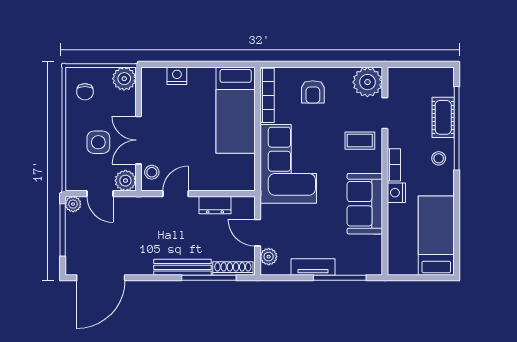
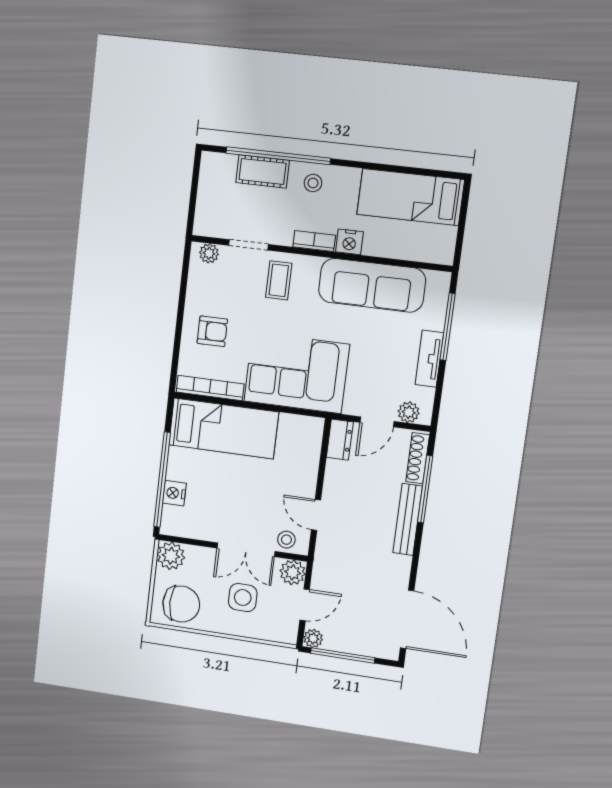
window: (187, 64) -> (162, 480), added
plant: (367, 82) -> (209, 253), width x0.53, depth x0.53
chair: (85, 92) -> (181, 604), width x1.87, depth x1.87
sofa: (365, 204) -> (372, 285), width x1.36
dresser: (215, 205) -> (340, 440), moved

